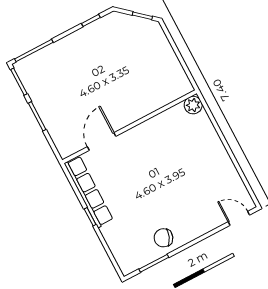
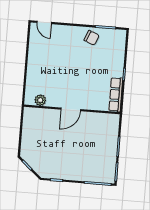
plant: (193, 105) -> (40, 100), moved
door: (102, 141) -> (71, 109), moved
row of seats: (89, 192) -> (116, 95), width x0.73

